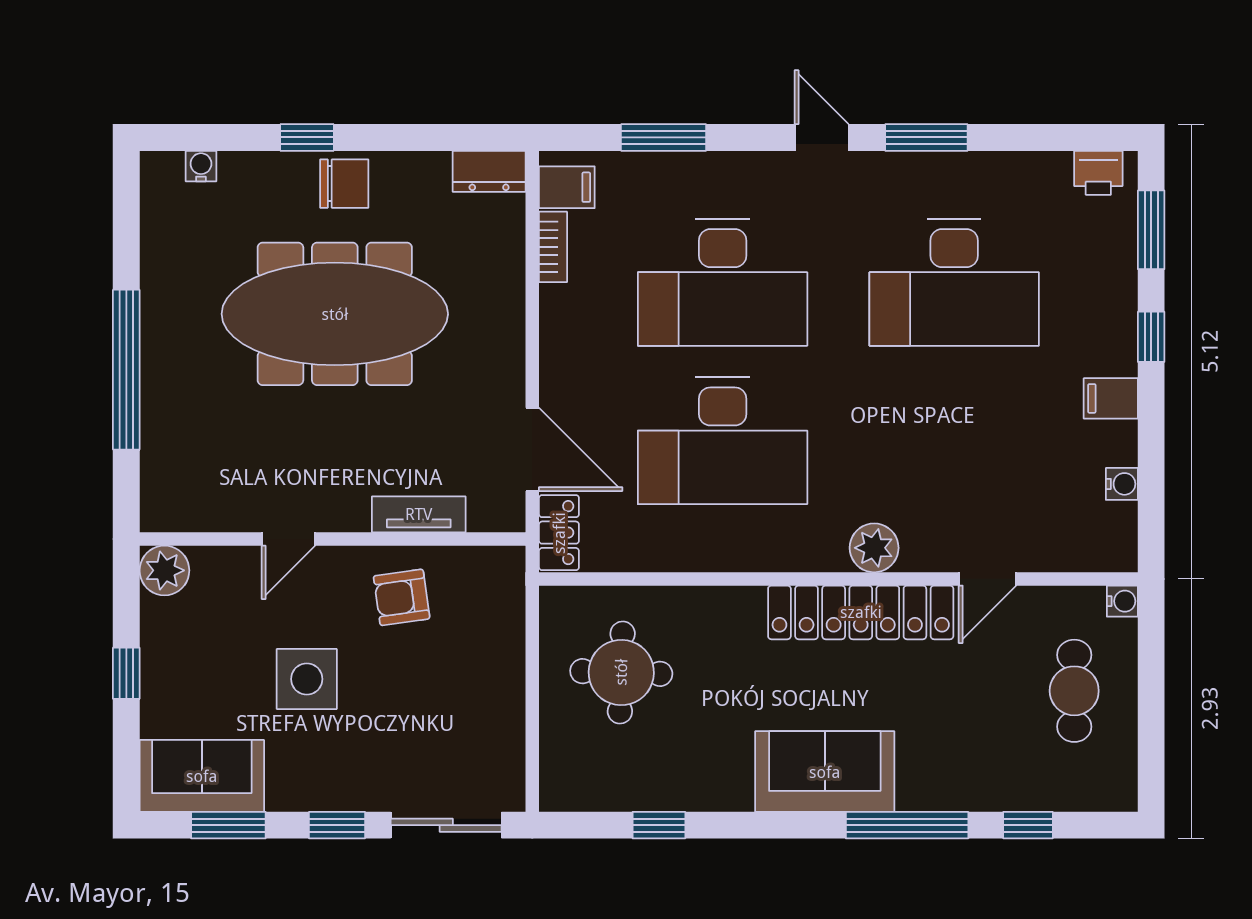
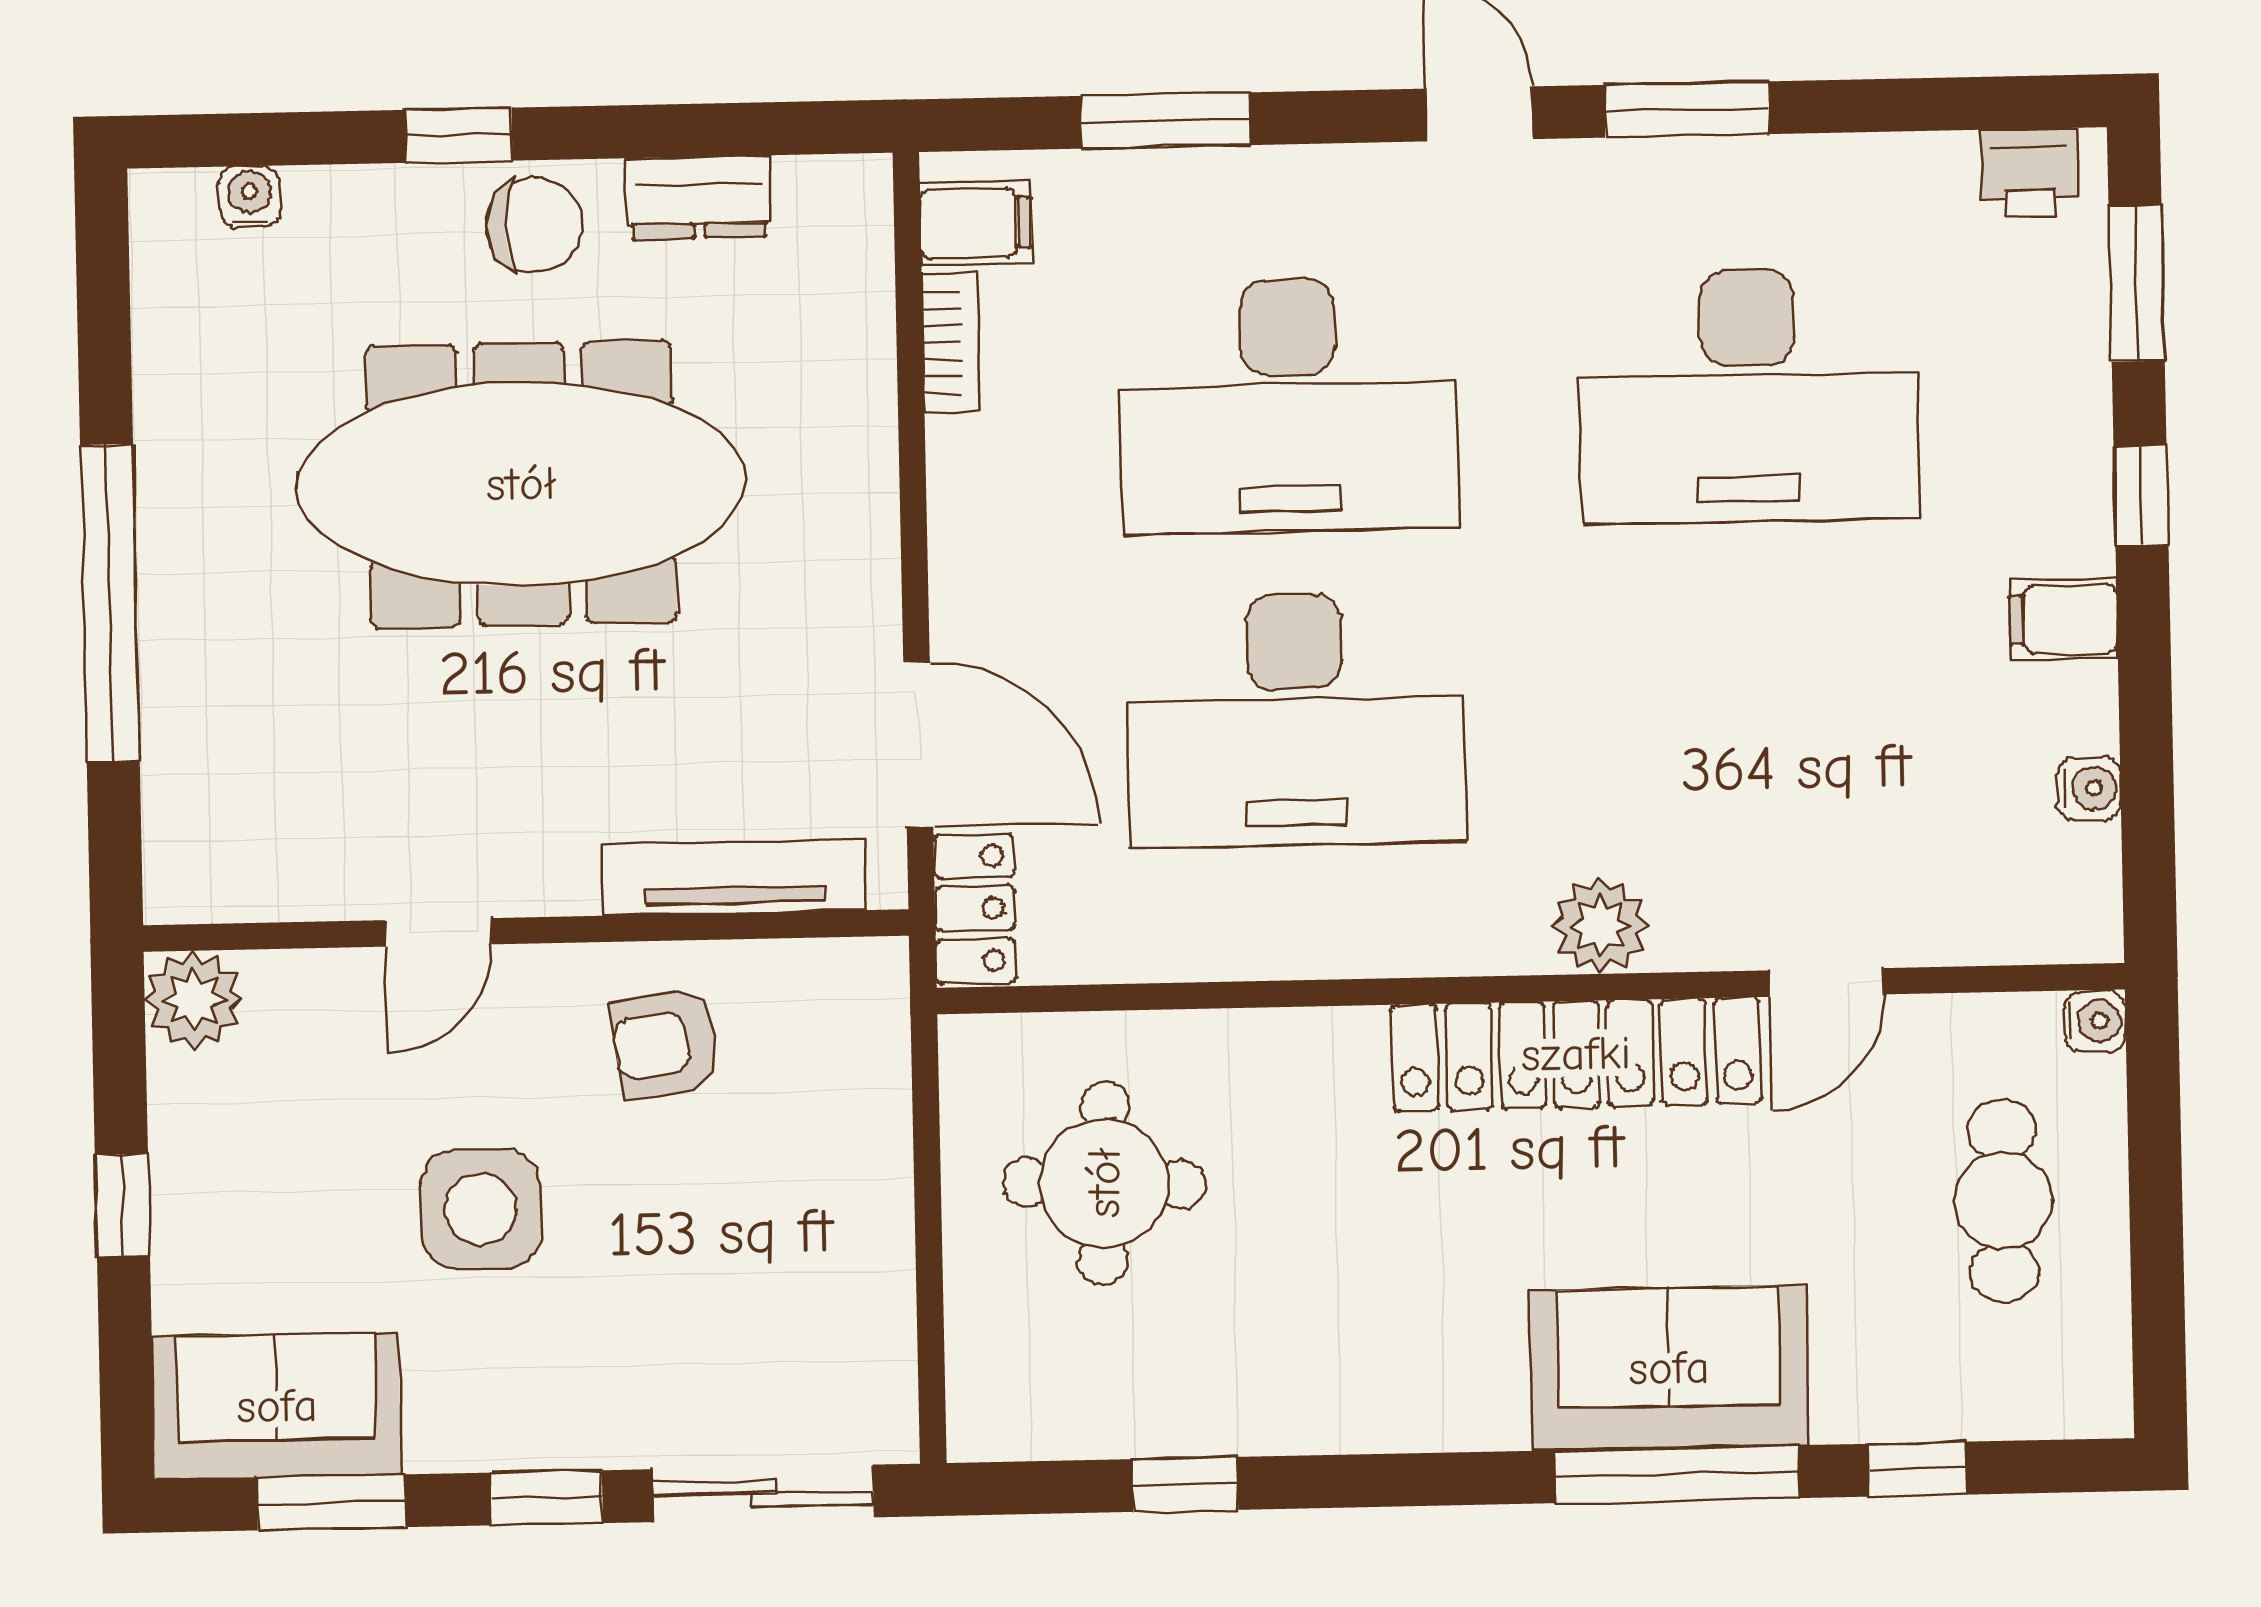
dresser: (489, 171) -> (699, 197), moved
tv unit: (419, 514) -> (734, 877), width x1.41
sofa: (825, 772) -> (1669, 1368), moved

